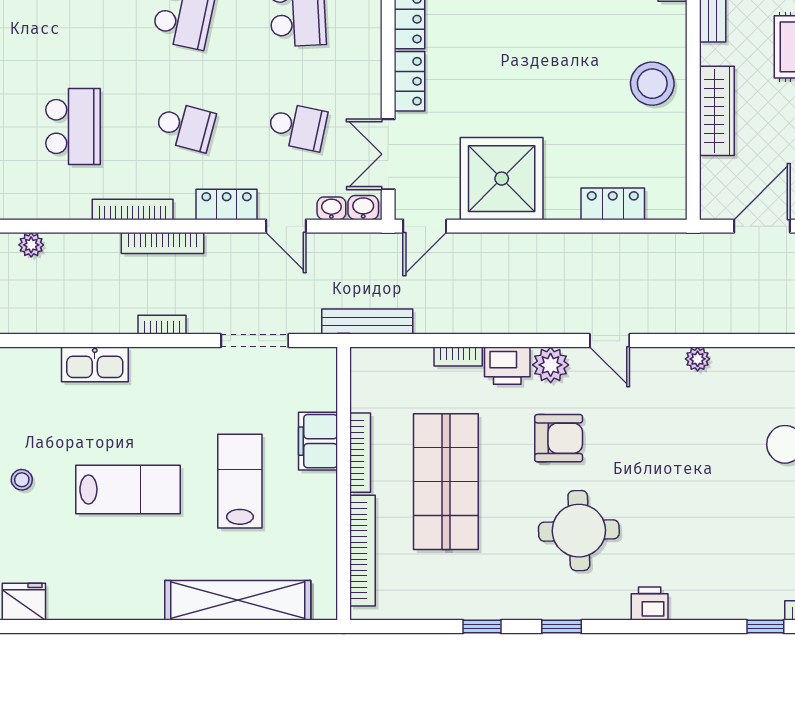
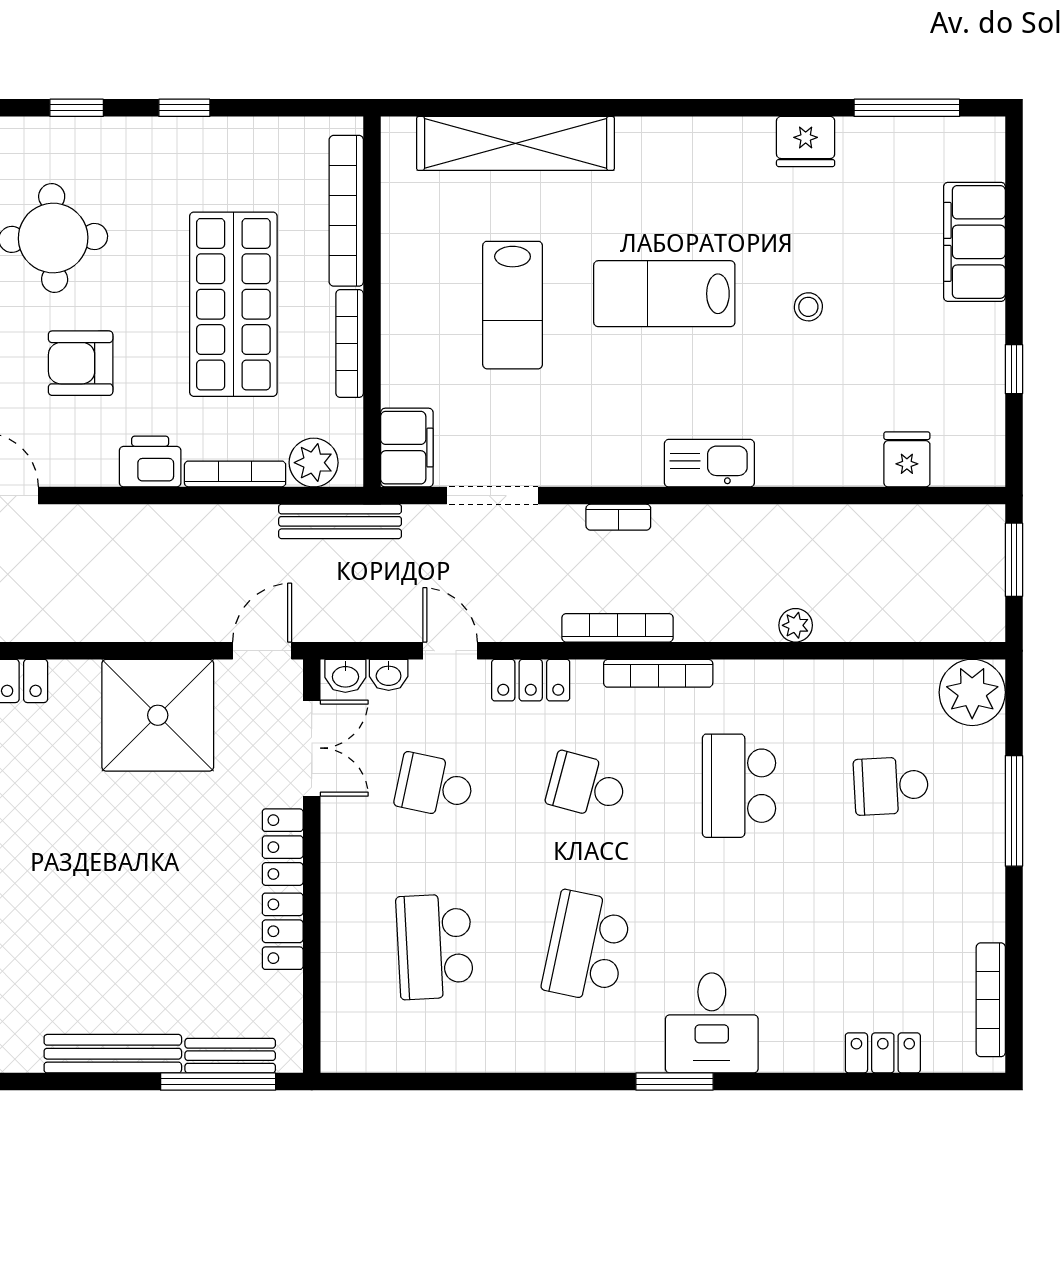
bookcase: (458, 356) -> (235, 474), width x1.56
plant: (551, 365) -> (314, 463), moved
filing cabinet: (318, 441) -> (407, 448), moved

